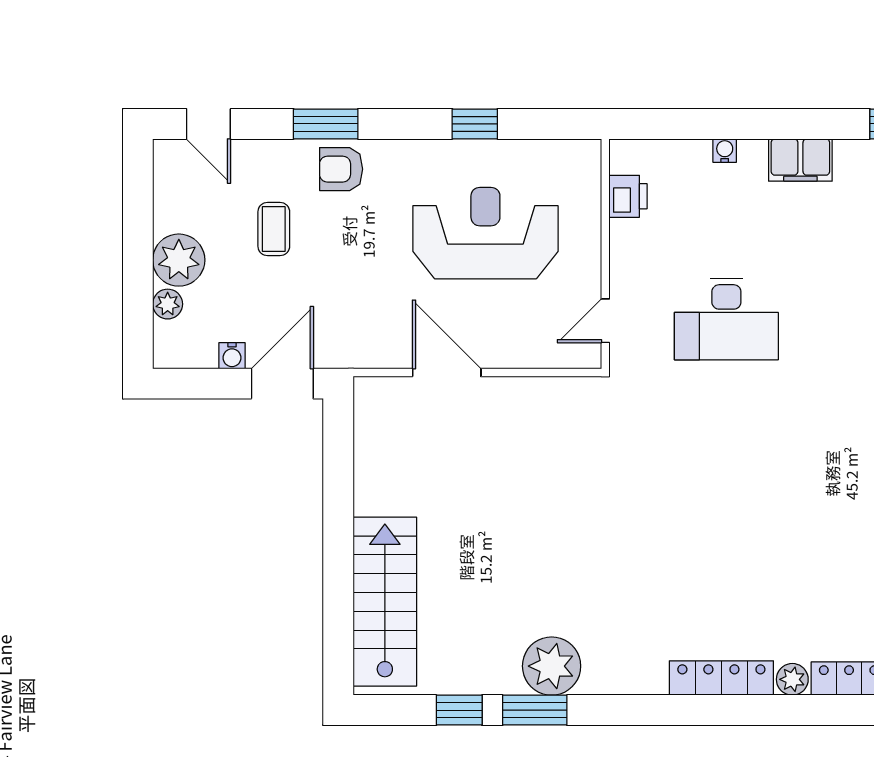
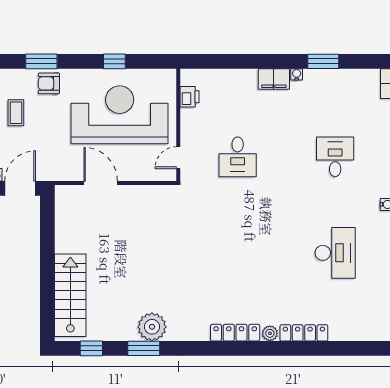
water cooler: (725, 151) -> (297, 74), moved
reception desk: (485, 233) -> (120, 115), width x1.36, depth x1.30
desk: (726, 319) -> (238, 157), width x0.73
window: (459, 710) -> (91, 348), moved

